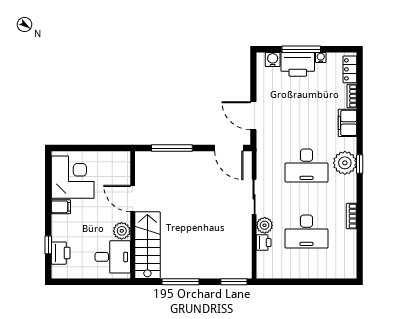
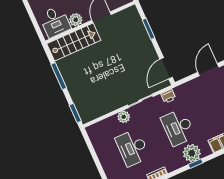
door: (253, 116) -> (208, 70), moved
window: (172, 148) -> (149, 29), width x0.69
printer: (264, 243) -> (168, 96), moved

